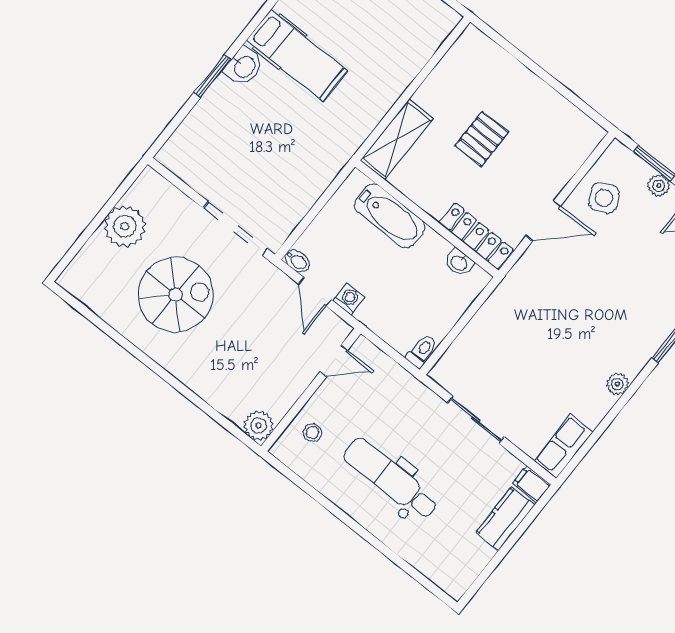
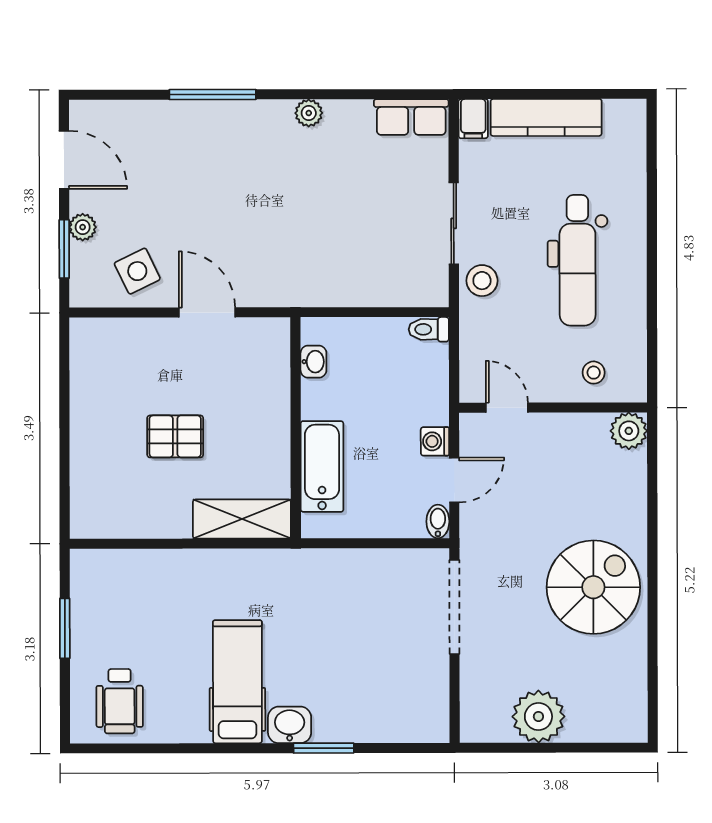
locker: (476, 236) -> (274, 366), removed
spiral stairs: (175, 295) -> (593, 587), moved, turned 90
stool: (426, 409) -> (482, 281), added
kitchen counter: (505, 519) -> (546, 117), width x1.50

